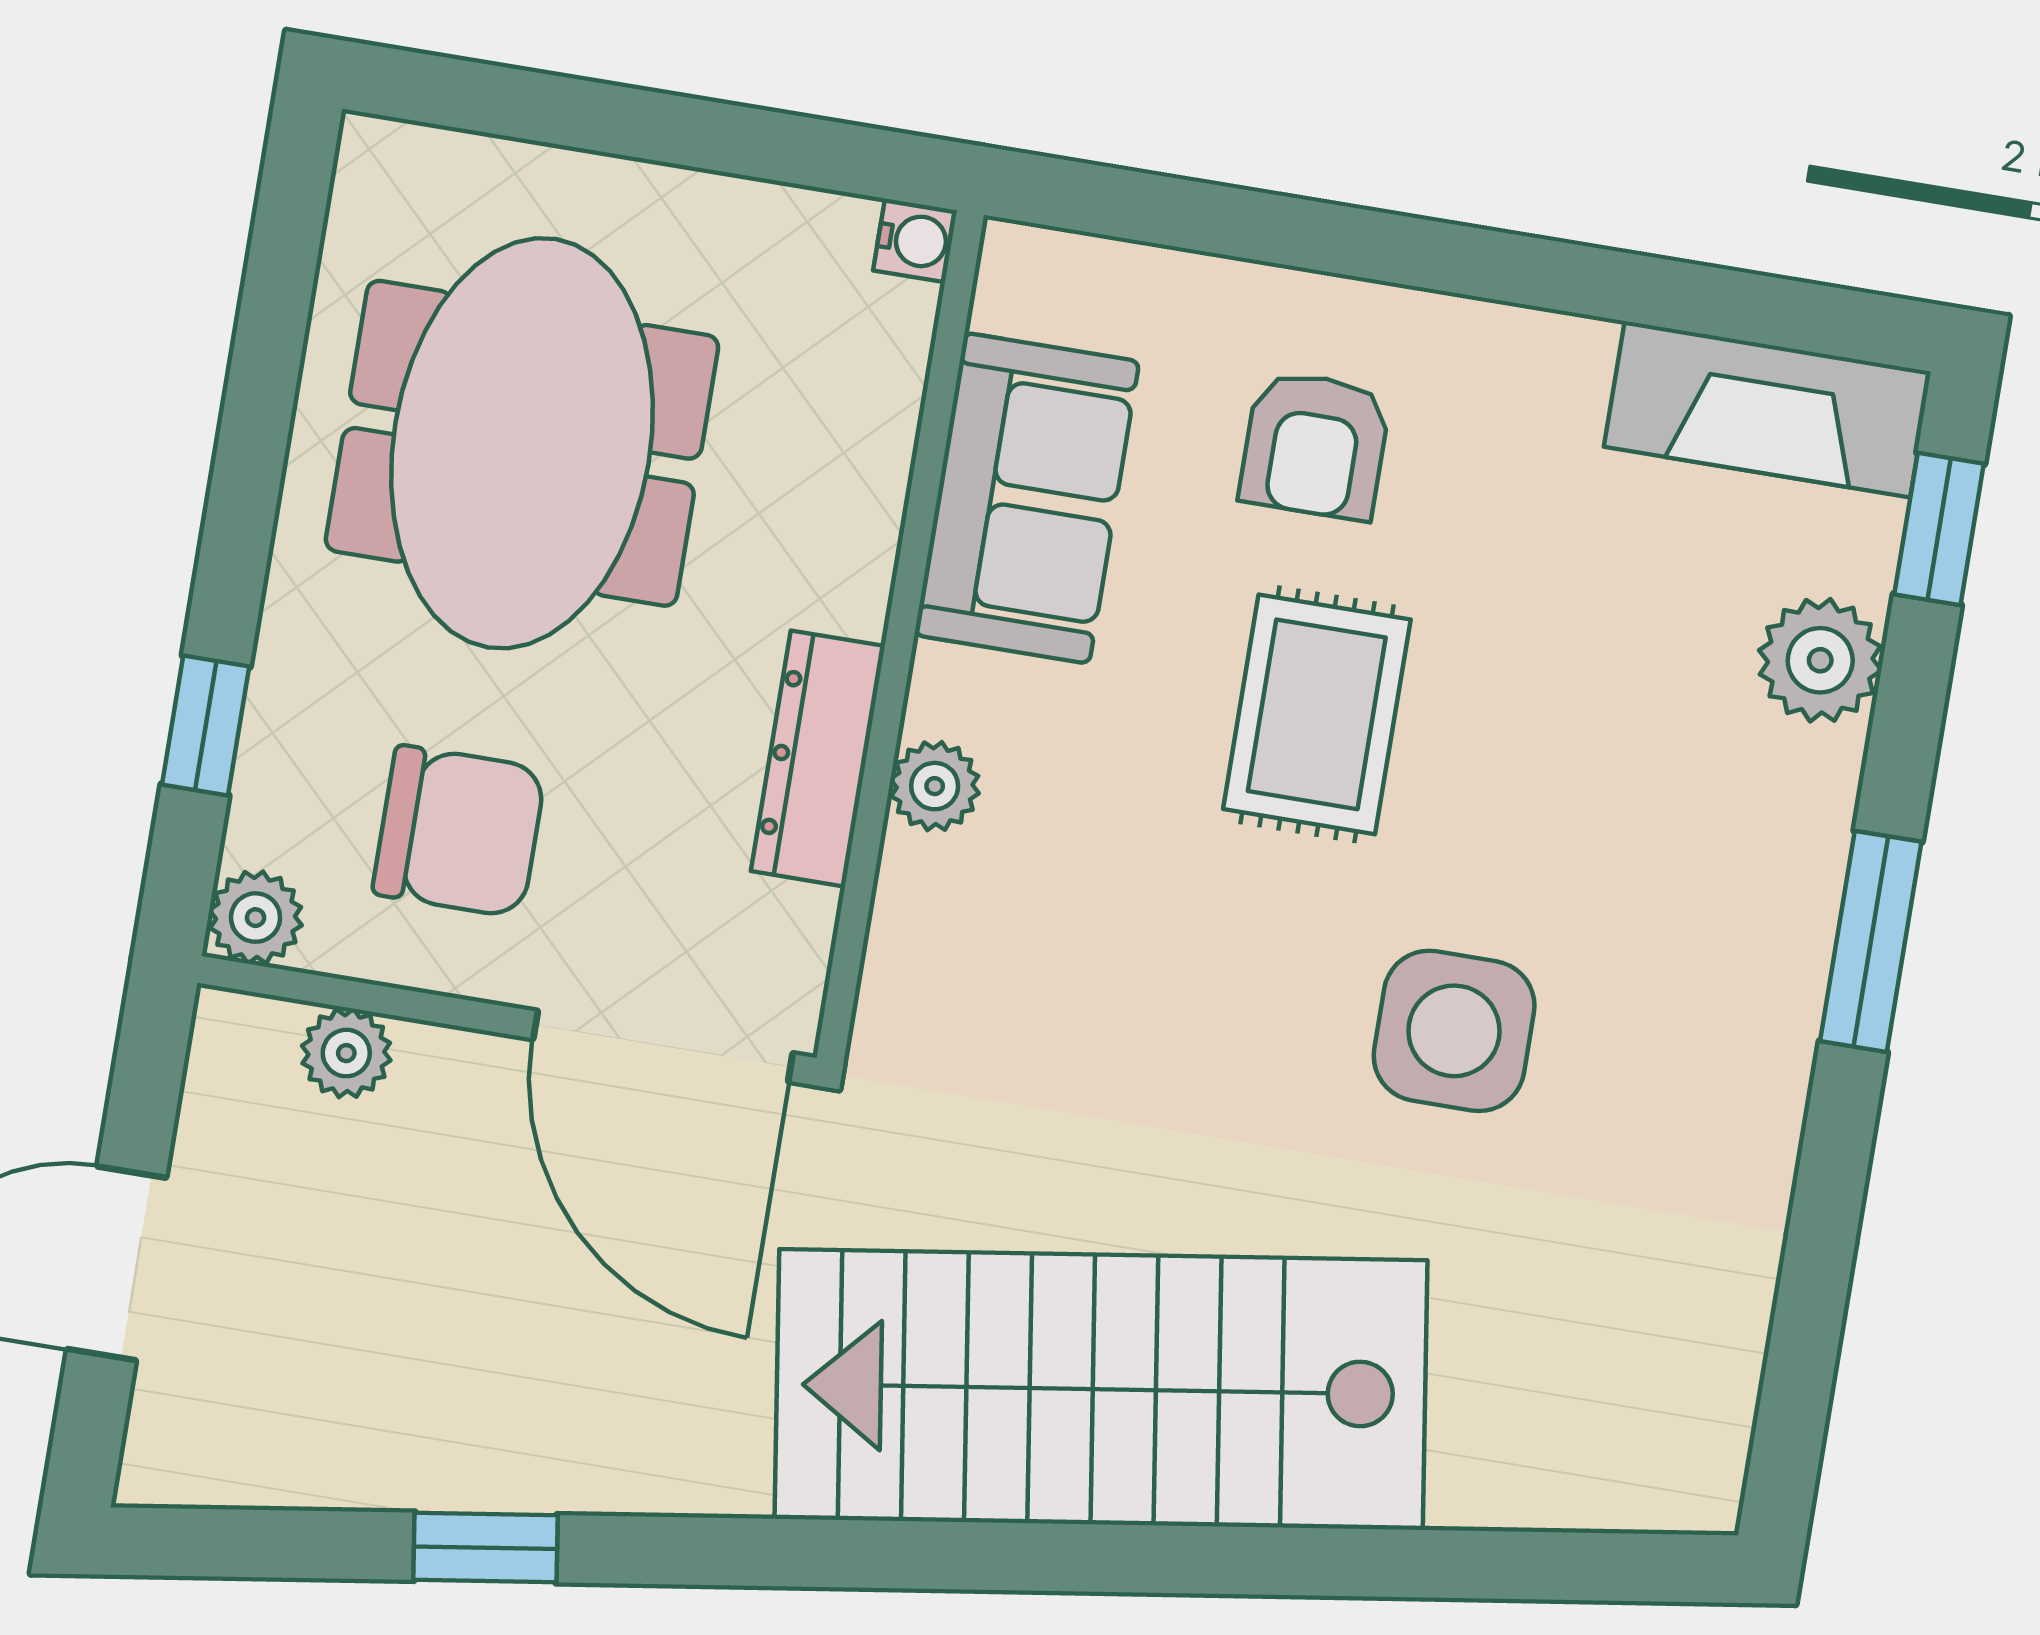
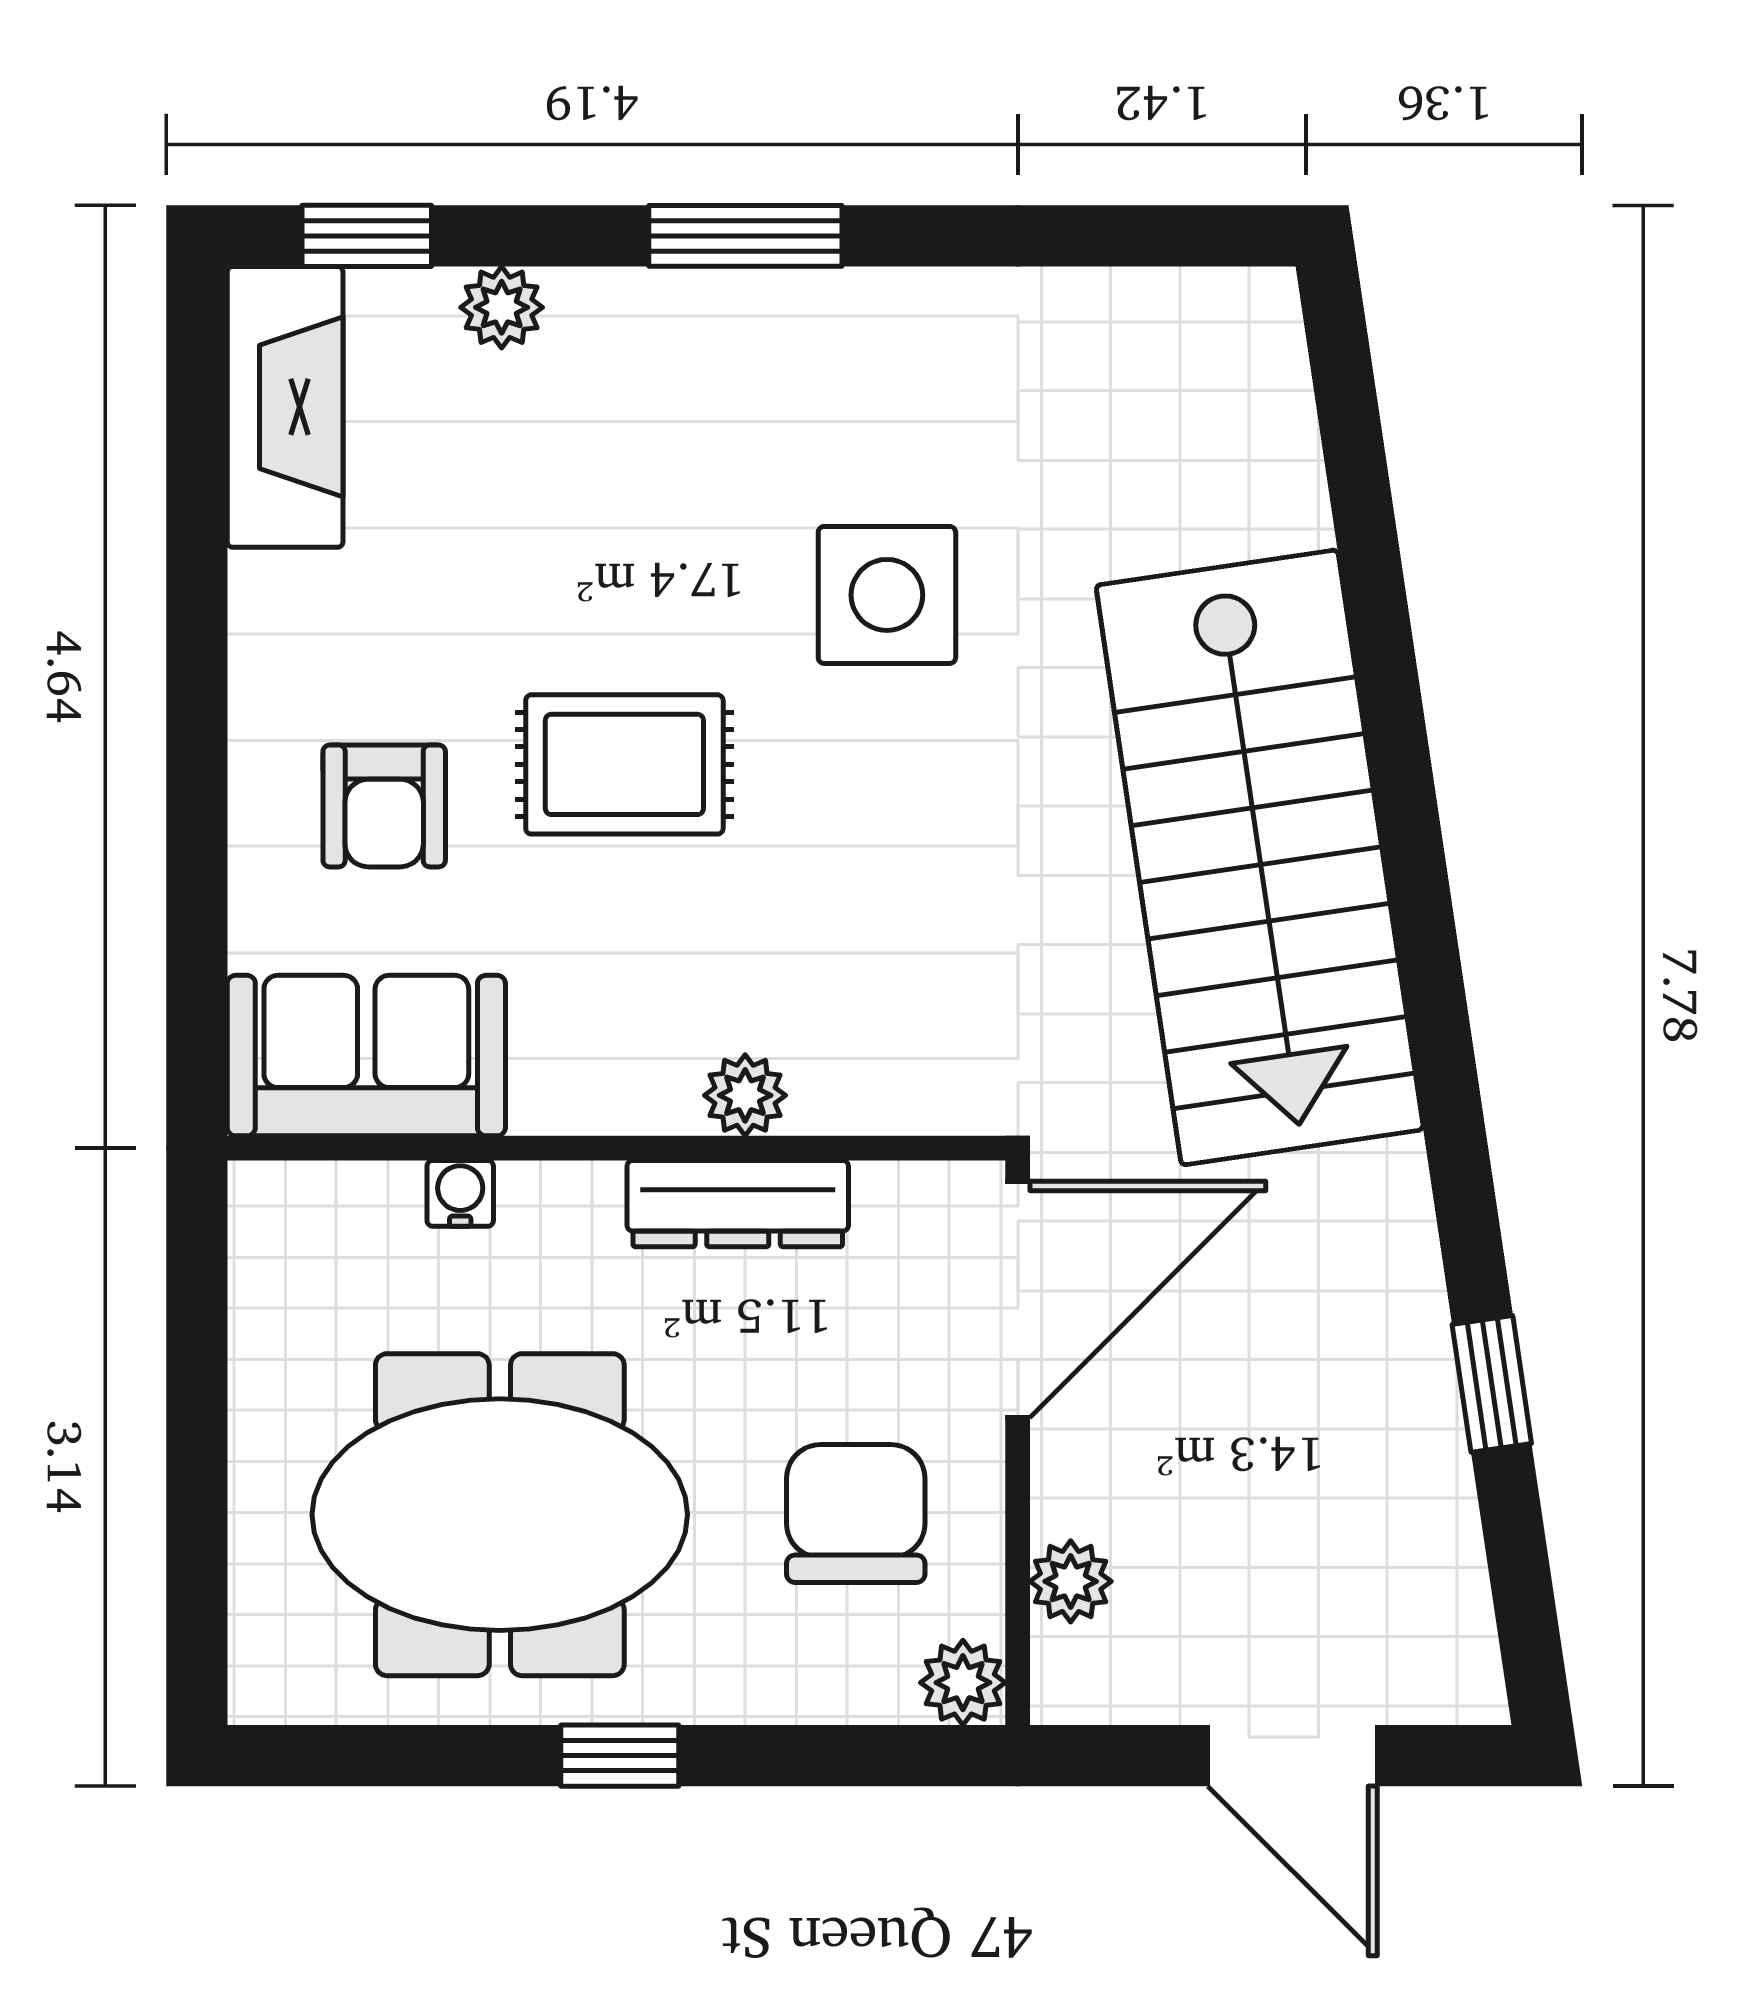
water cooler: (915, 240) -> (460, 1193), moved
armchair: (1315, 445) -> (384, 806), turned 90
sofa: (1027, 498) -> (366, 1056), moved
plant: (1820, 660) -> (502, 307), width x0.73, depth x0.73
window: (206, 726) -> (620, 1756), moved

